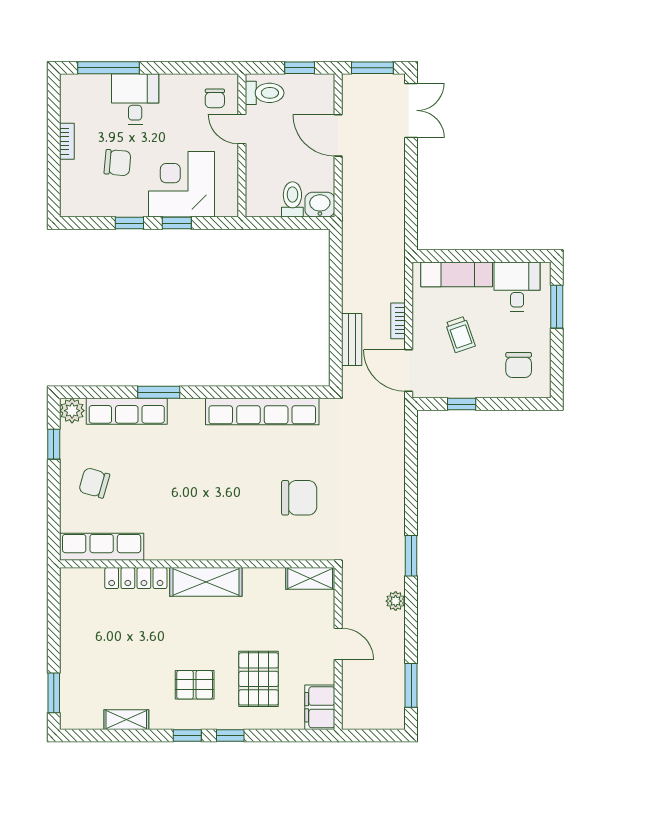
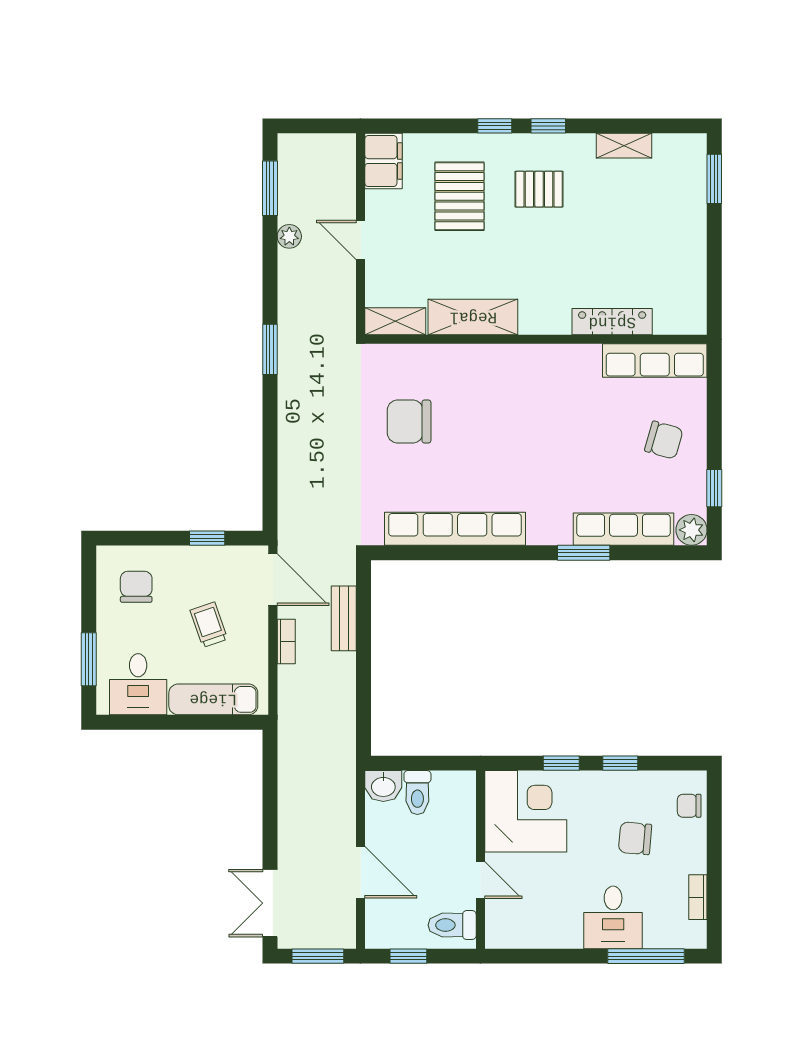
chair: (215, 98) -> (689, 806), moved, turned -90
bookcase: (67, 141) -> (698, 897), moved
corner desk: (181, 184) -> (526, 811), moved, turned -90
shelving: (206, 582) -> (473, 317), moved
plant: (396, 601) -> (289, 236), moved

